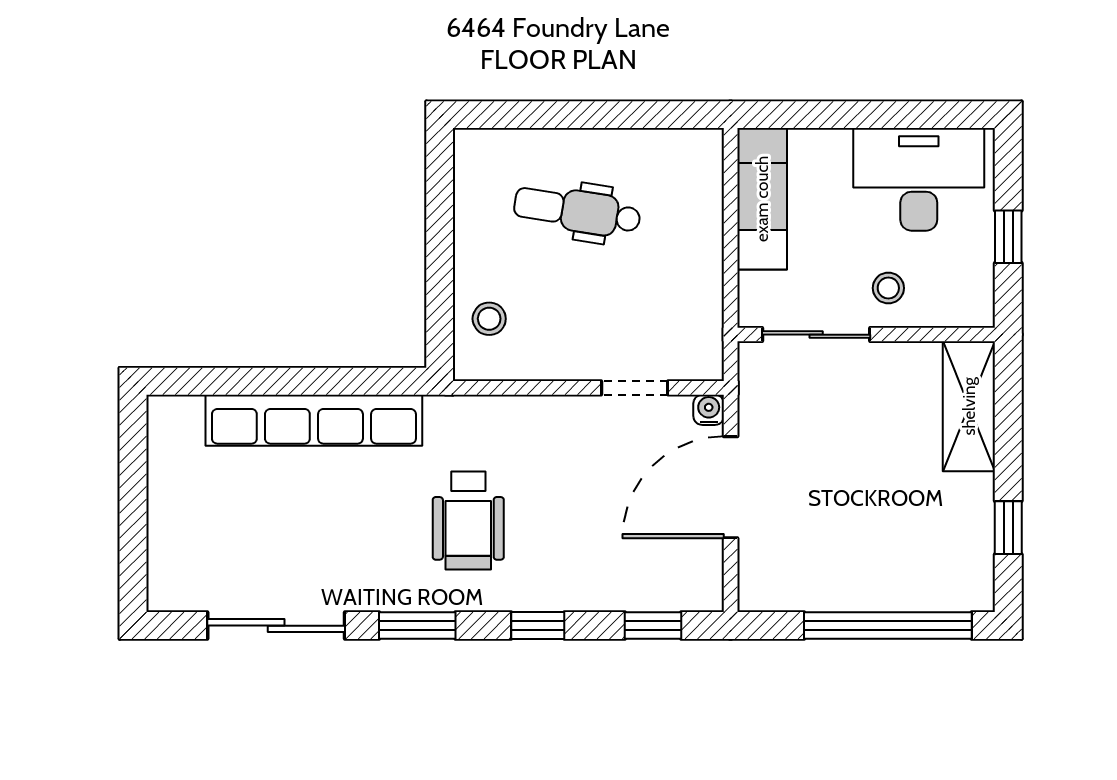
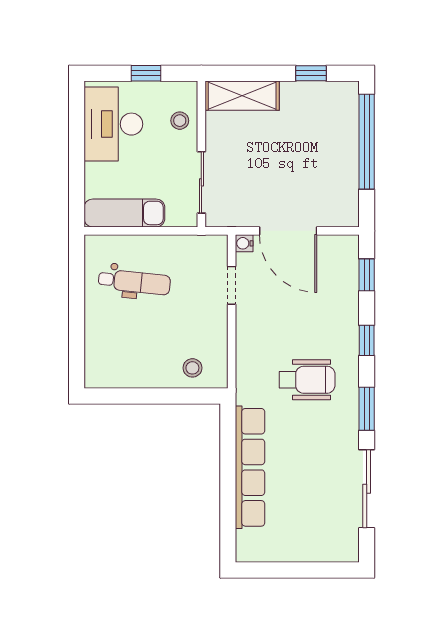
dental chair: (577, 211) -> (134, 282), moved, turned -93
stool: (888, 288) -> (180, 121), moved

